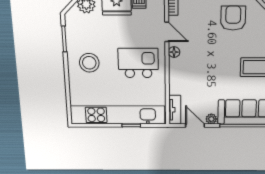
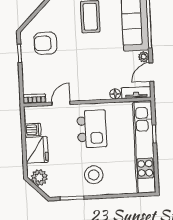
floor lamp: (174, 52) -> (115, 94), moved
kitchen island: (138, 63) -> (92, 129), turned 180

